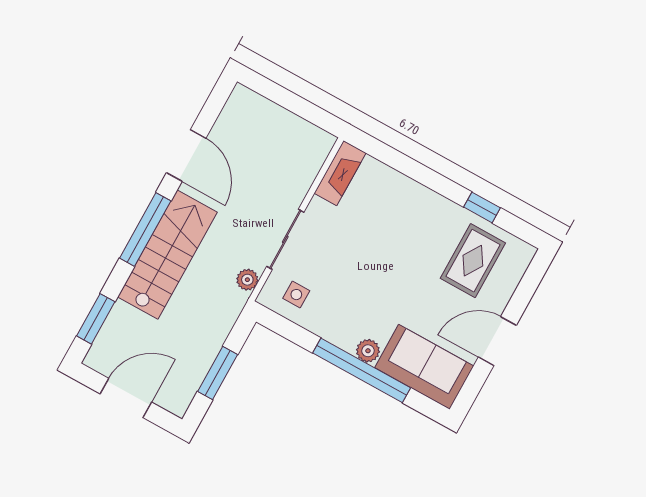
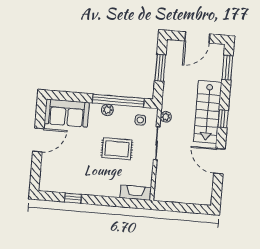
fireplace: (340, 173) -> (136, 193), moved, turned 90
window: (145, 230) -> (223, 119), width x0.46
rug: (473, 261) -> (117, 149), moved, turned 90
plant: (368, 351) -> (107, 110), moved
window: (362, 370) -> (118, 101), moved

